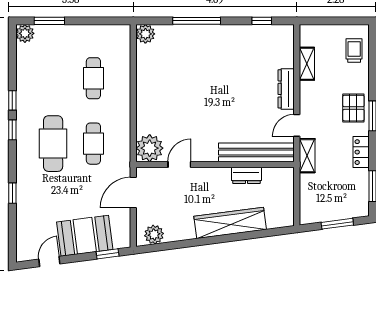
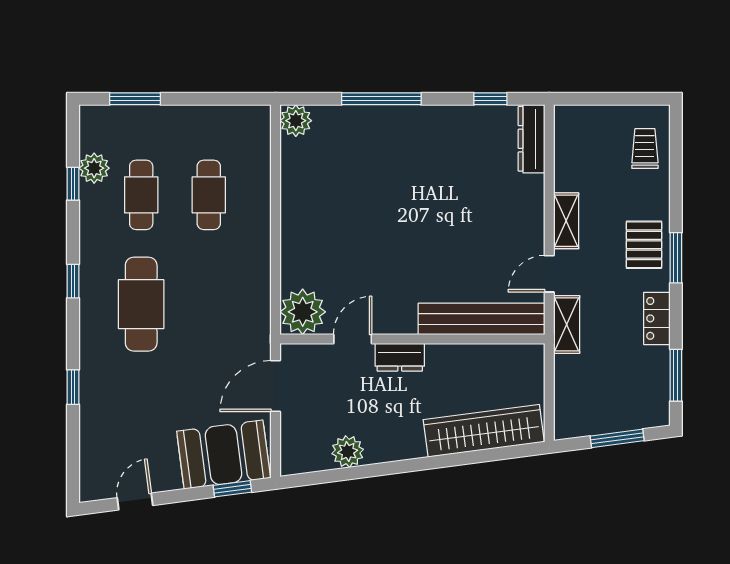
plant: (25, 33) -> (94, 168), moved
shelving: (307, 64) -> (566, 221), moved
dresser: (286, 89) -> (531, 139), moved
window: (12, 100) -> (73, 184), moved
cafe table: (93, 144) -> (141, 195), moved
dresser: (246, 175) -> (400, 357), moved
wardrobe: (230, 223) -> (484, 431), moved
plant: (154, 235) -> (348, 452), moved
booth: (85, 236) -> (224, 455), moved

